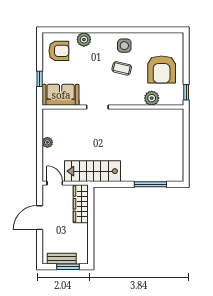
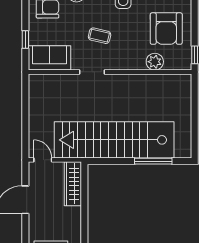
coffee table: (122, 68) -> (100, 36), moved
plant: (47, 142) -> (34, 113), removed
stairs: (93, 171) -> (114, 140), width x1.86, depth x1.51

